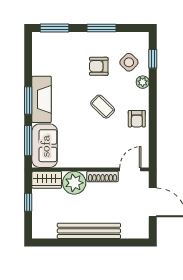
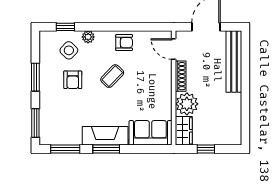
window: (28, 141) -> (65, 149), moved
bench: (89, 231) -> (234, 61), moved

